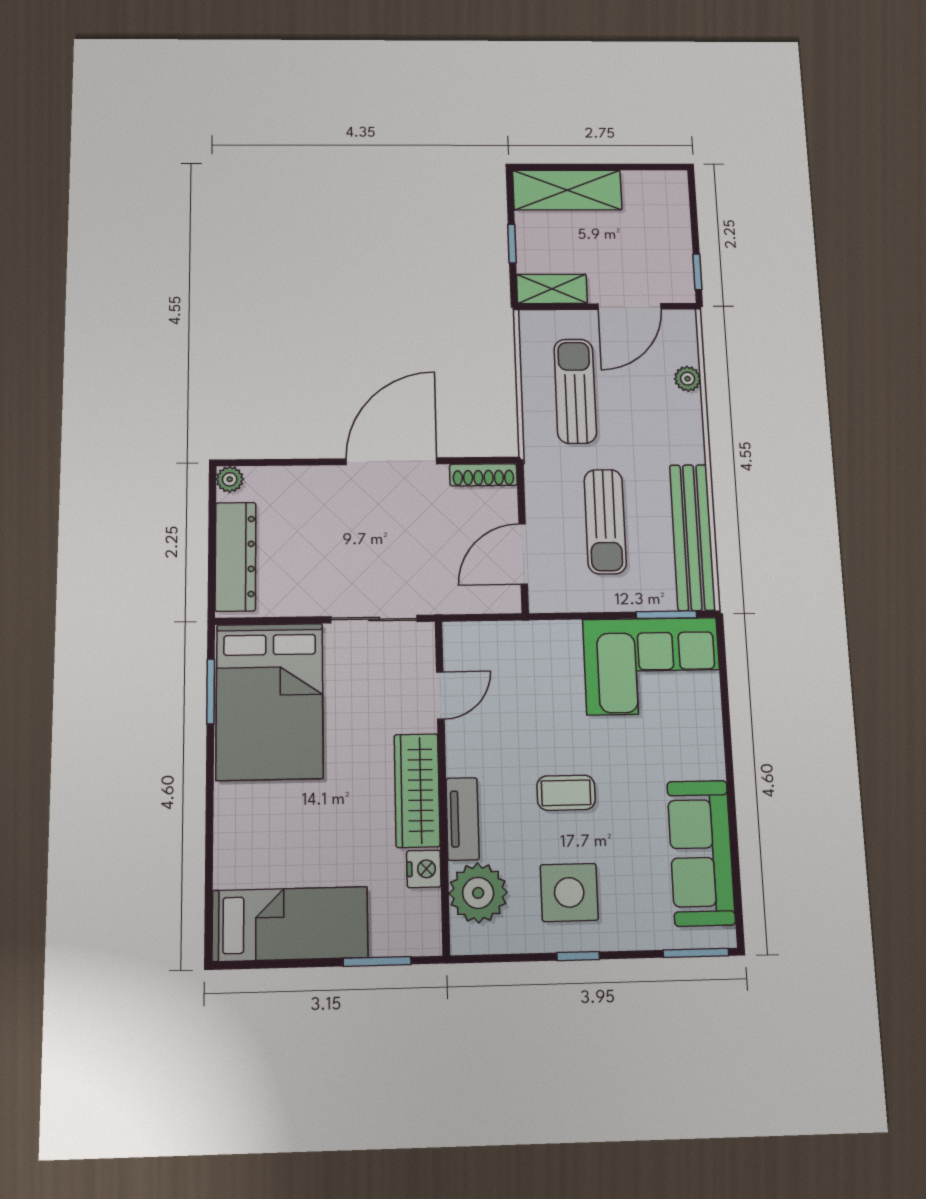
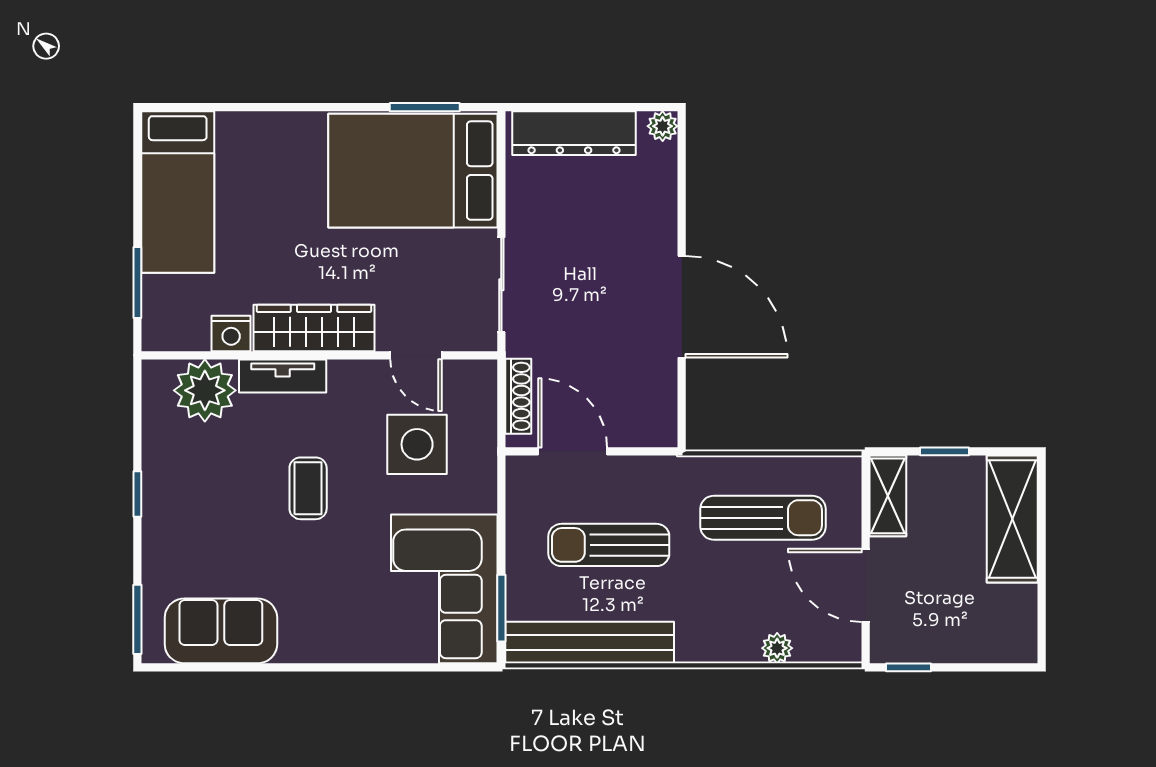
shoe rack: (483, 475) -> (518, 396), moved, turned 180
sofa: (701, 853) -> (221, 631), width x0.73
side table: (569, 892) -> (417, 444), moved

